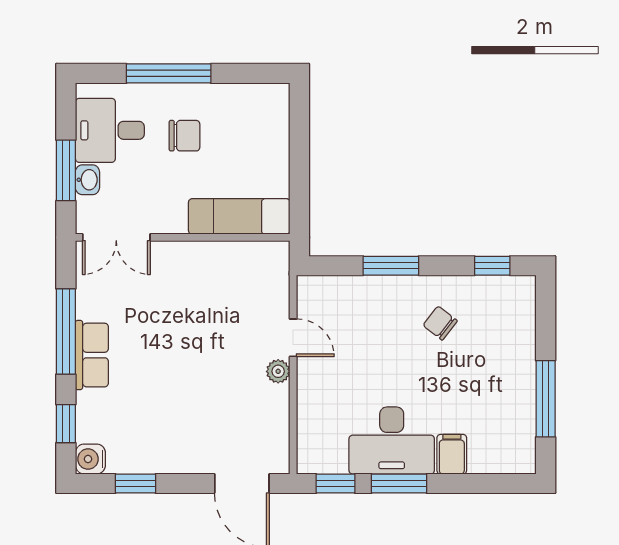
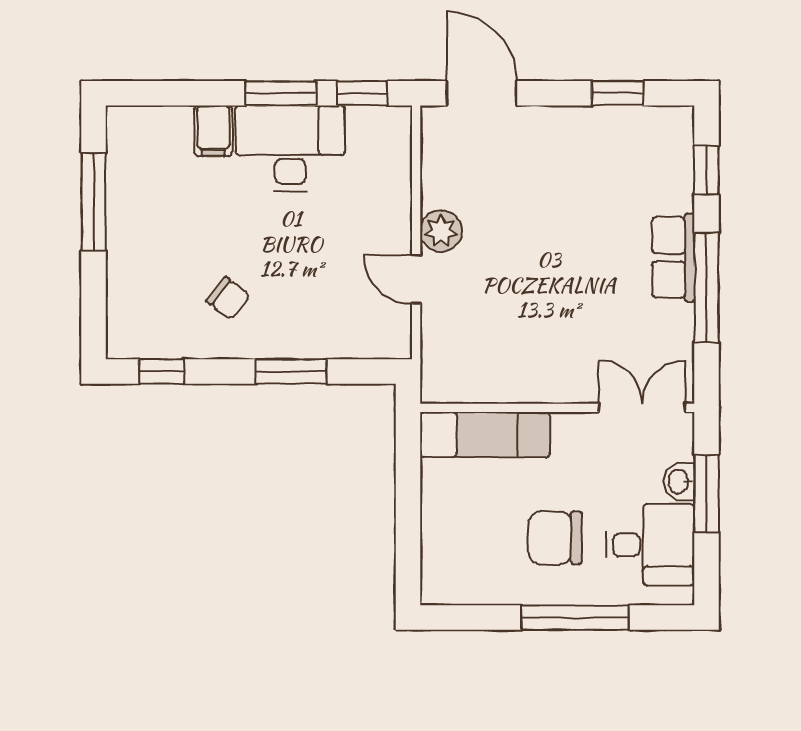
chair: (185, 136) -> (555, 538), width x1.37, depth x1.37
plant: (278, 371) -> (441, 231), width x1.38, depth x1.38
water cooler: (90, 459) -> (675, 125), removed

